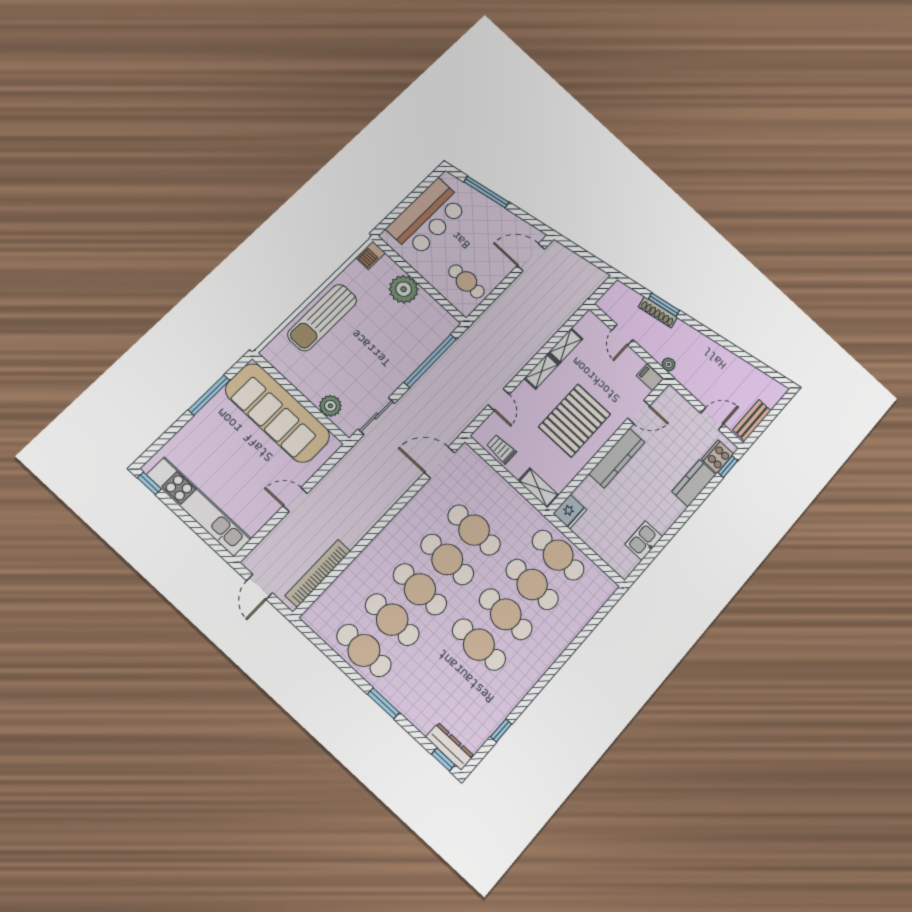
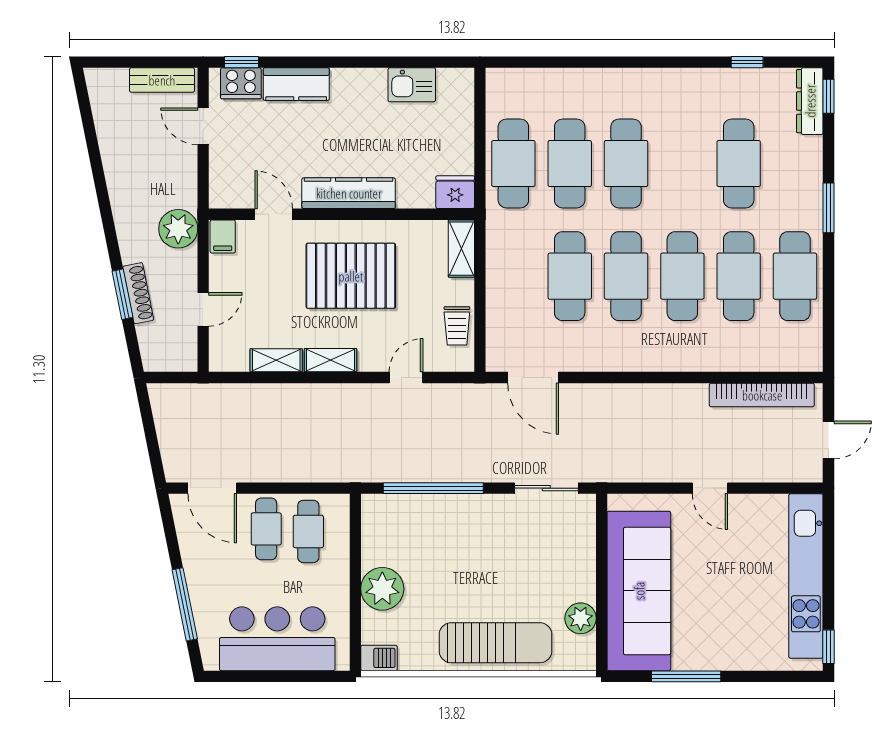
cafe table: (487, 263) -> (266, 529), added
plant: (669, 364) -> (178, 229), width x1.88, depth x1.88
plant: (330, 406) -> (581, 618), moved
cafe table: (479, 645) -> (739, 163), moved

